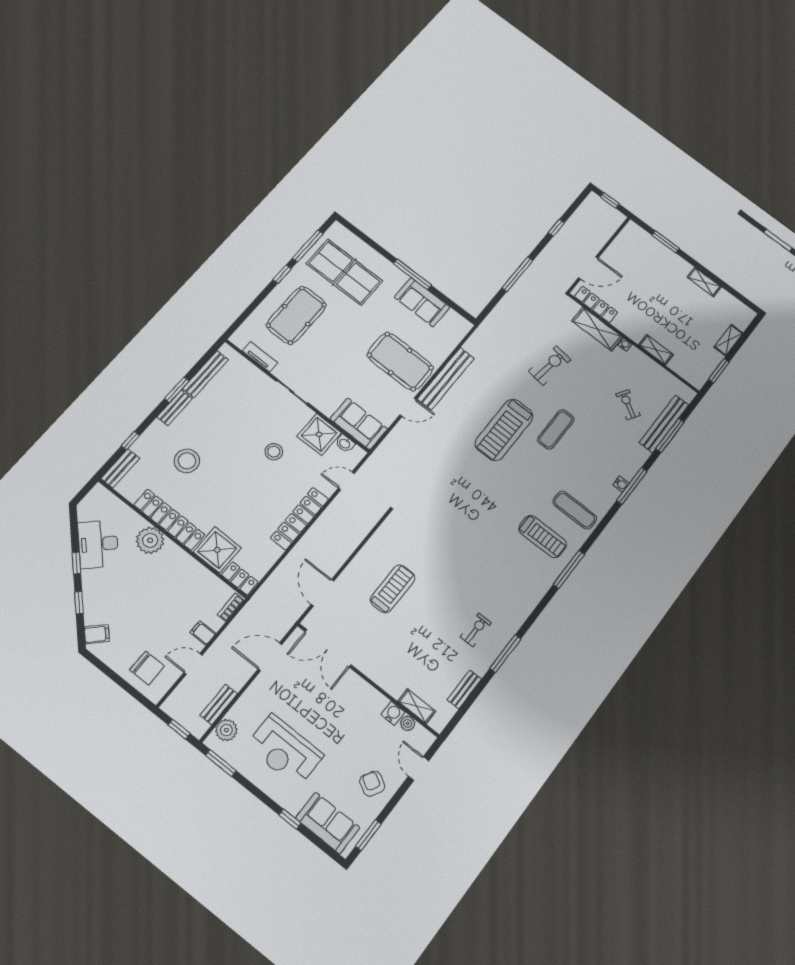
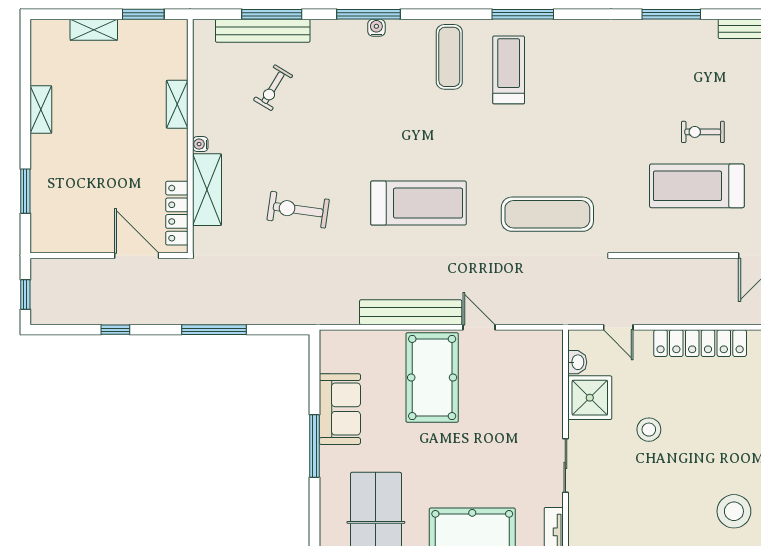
sofa: (359, 424) -> (543, 365), removed
exercise mat: (556, 429) -> (547, 214), moved, width x1.36, depth x1.45
treadmill: (393, 589) -> (697, 186), width x1.37, depth x1.38
exercise bike: (476, 630) -> (703, 132), moved

